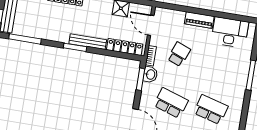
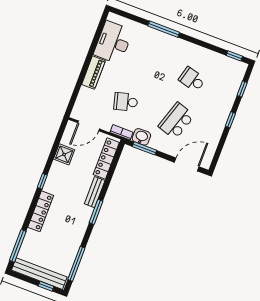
bench: (88, 42) -> (95, 192), width x0.73
school desk: (179, 54) -> (126, 102), turned -36
school desk: (211, 110) -> (192, 79), width x0.54

